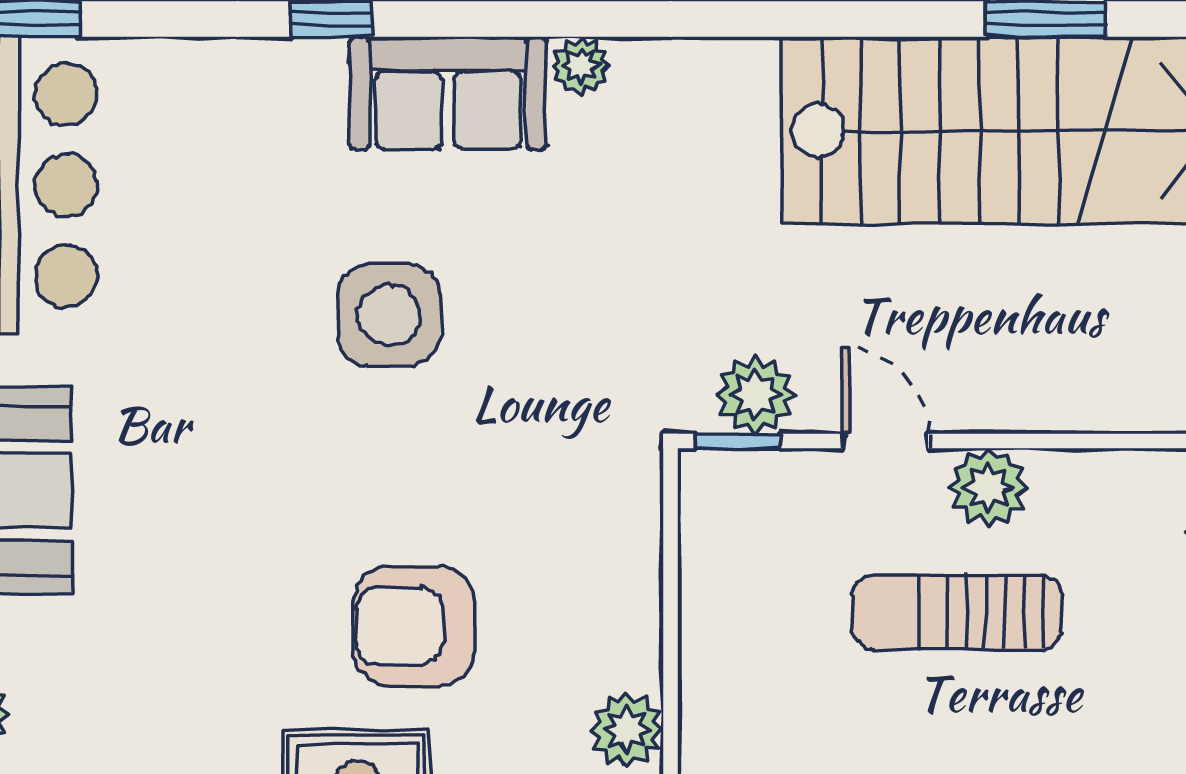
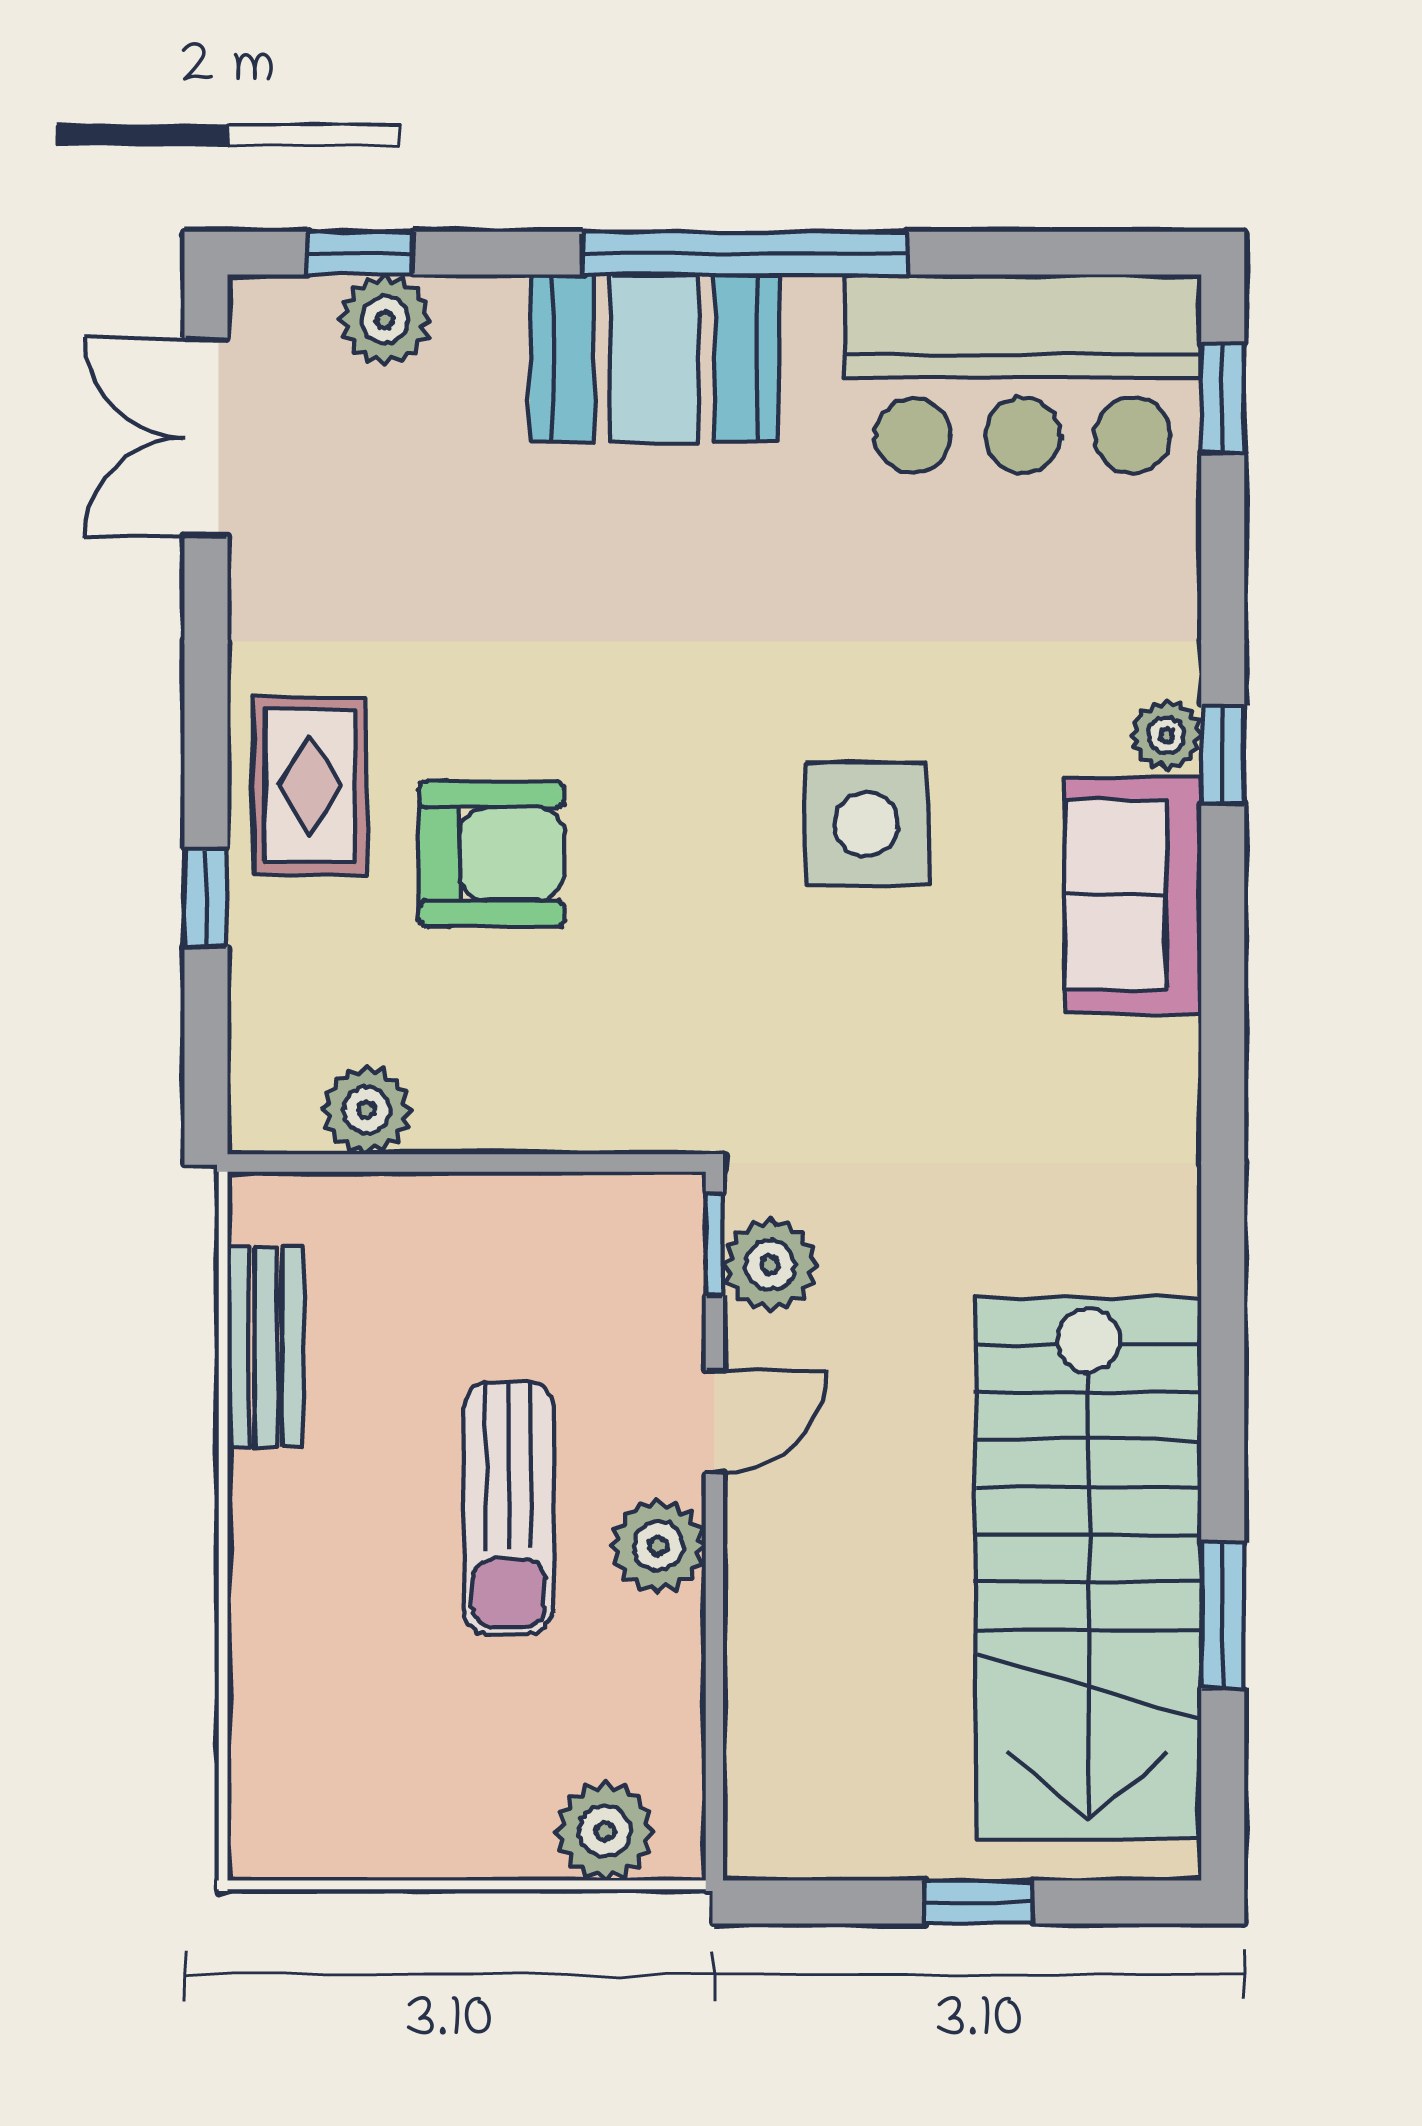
plant: (581, 66) -> (1166, 735), moved
sun lounger: (957, 612) -> (508, 1508), turned 180
armchair: (414, 626) -> (492, 854), turned 90

